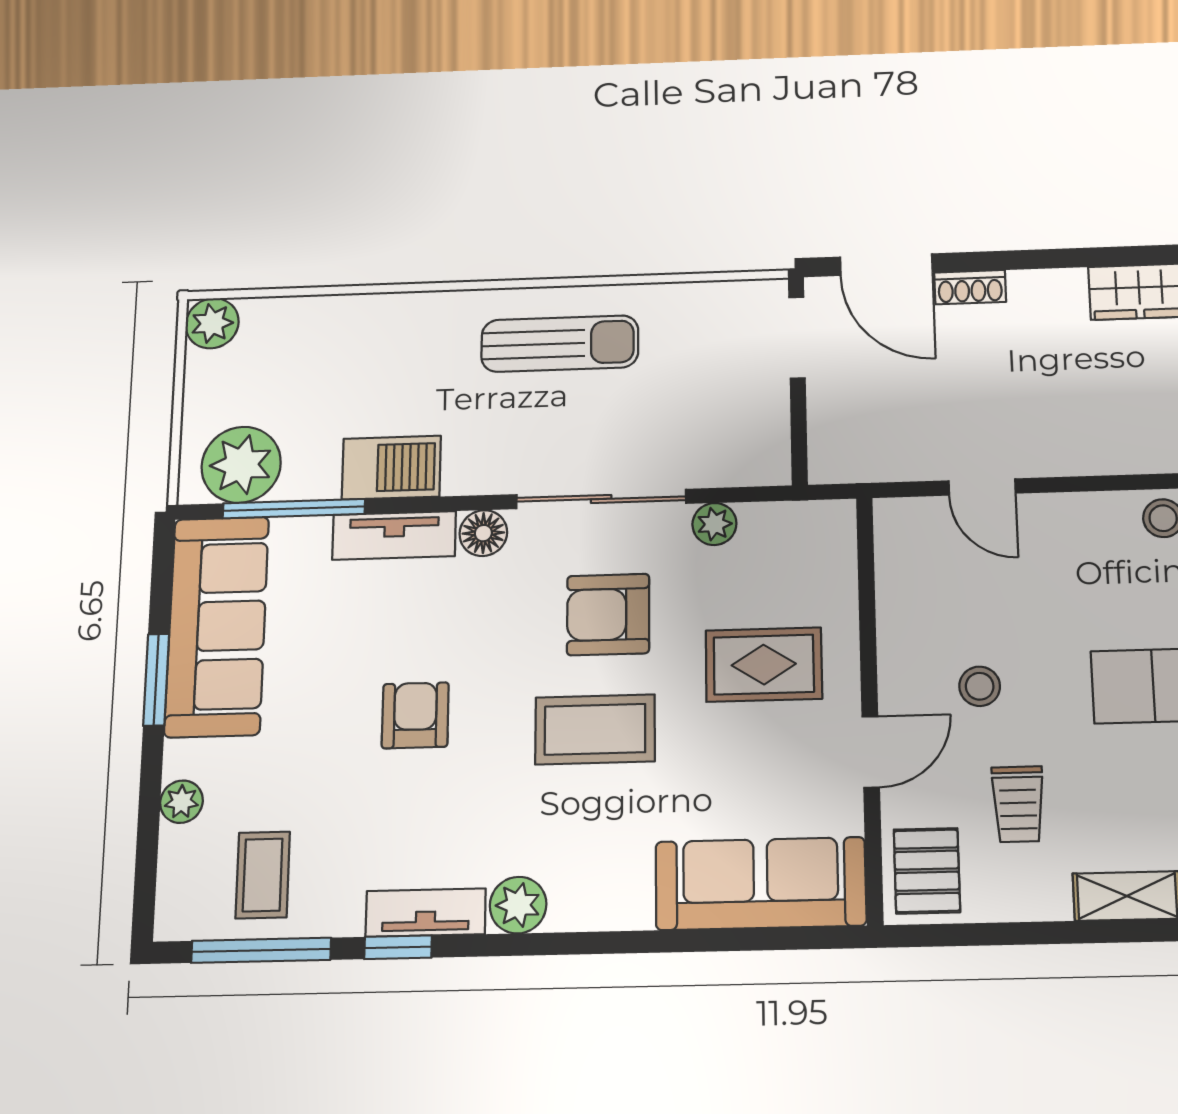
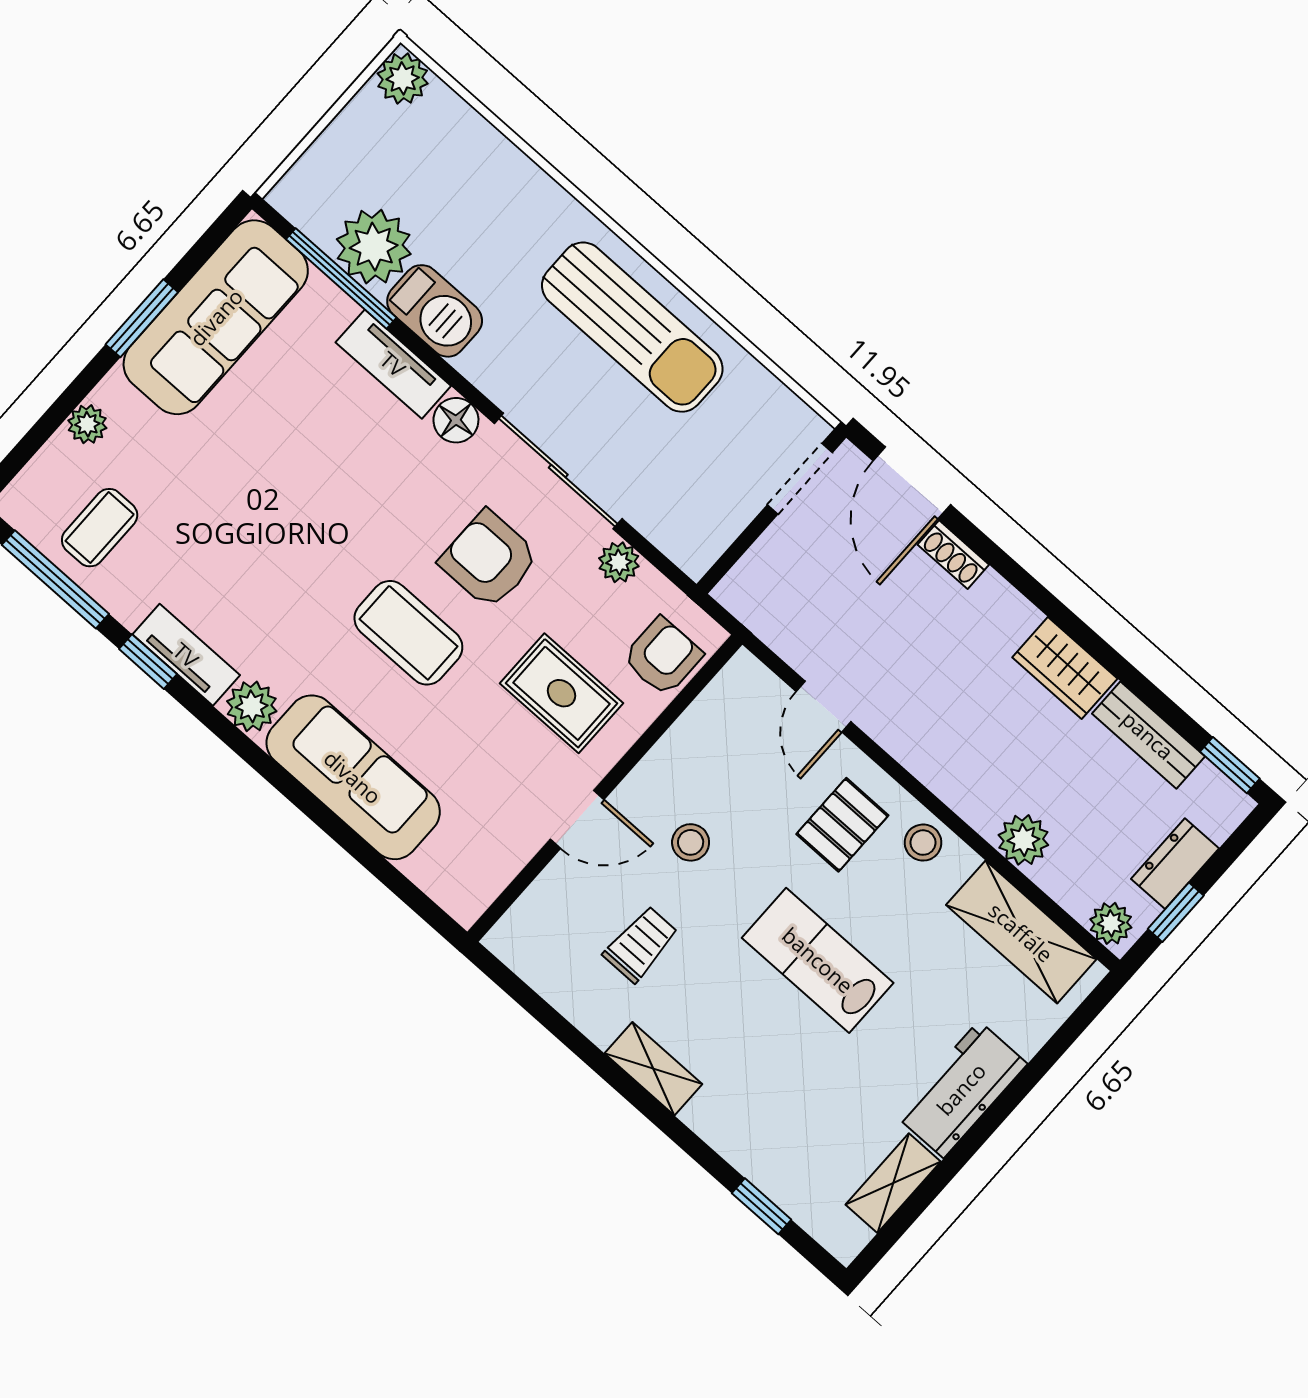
sun lounger: (560, 344) -> (632, 327), width x1.36, depth x1.34
plant: (241, 465) -> (374, 247), moved
armchair: (415, 715) -> (663, 656), moved
trolley: (1018, 804) -> (641, 944), turned 180
pallet: (927, 871) -> (842, 825), moved
sofa: (761, 883) -> (353, 777), moved

